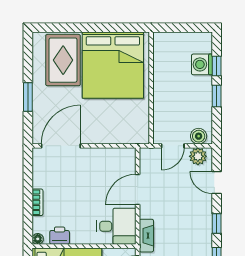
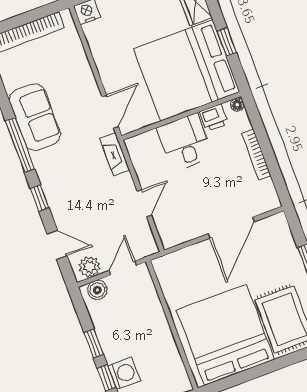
door: (61, 146) -> (231, 228), moved
door: (138, 190) -> (144, 203), width x0.73
bookcase: (37, 202) -> (256, 155), width x1.56
desk: (116, 226) -> (185, 142), moved, turned 90

